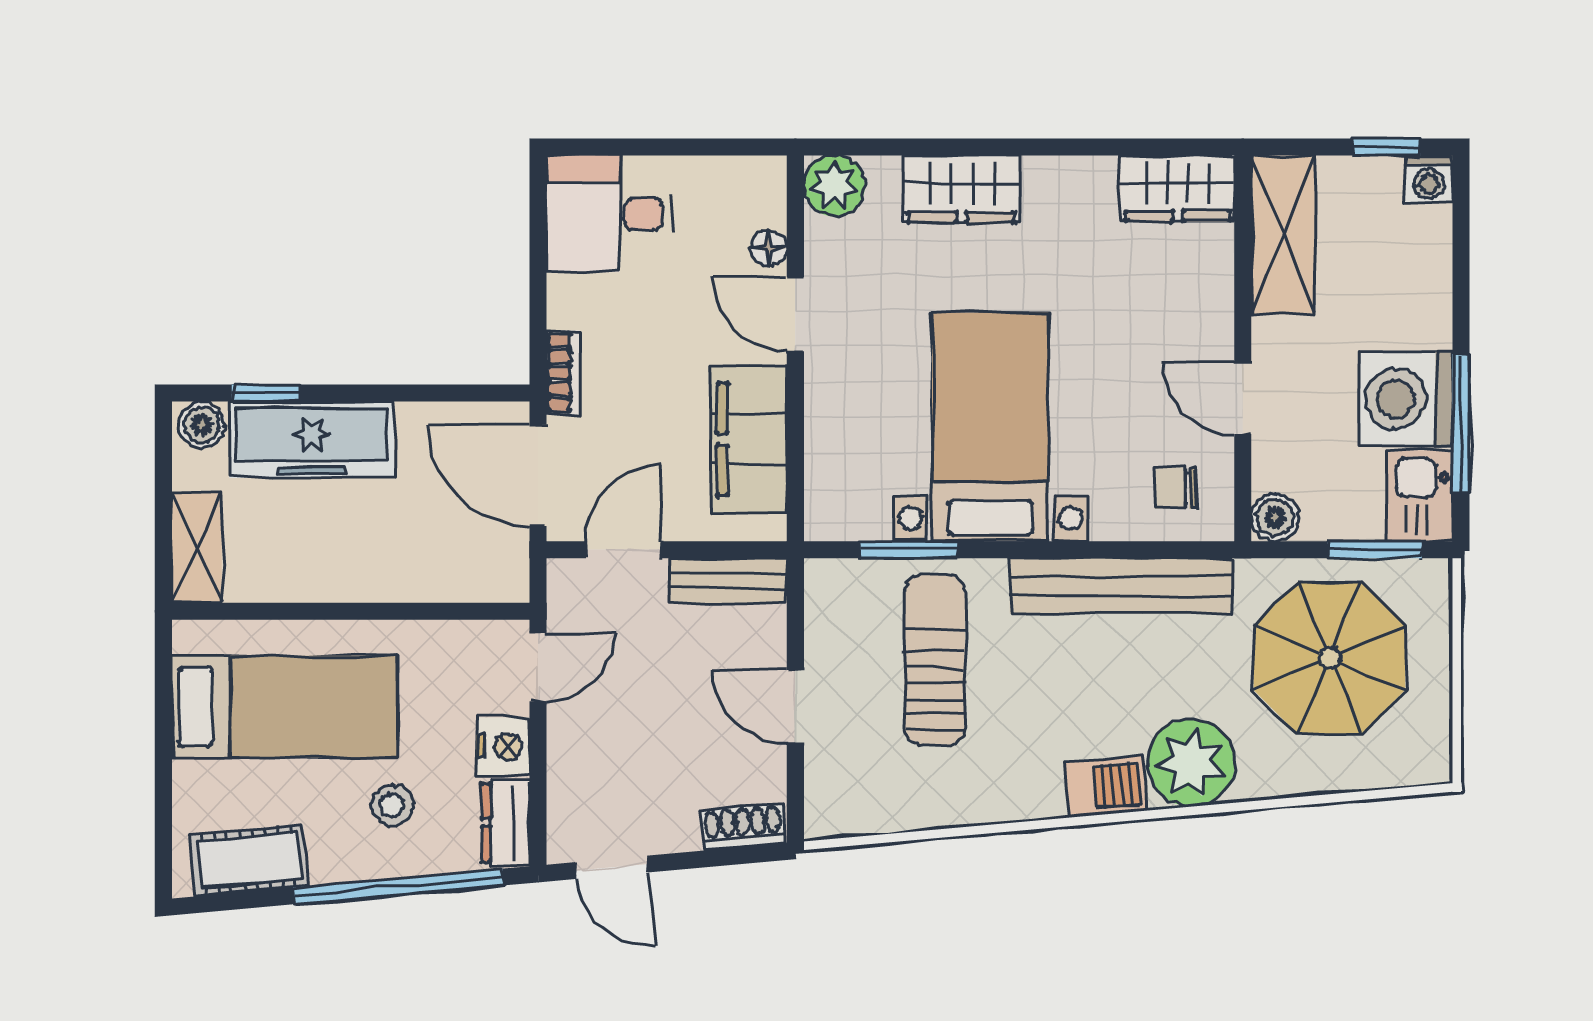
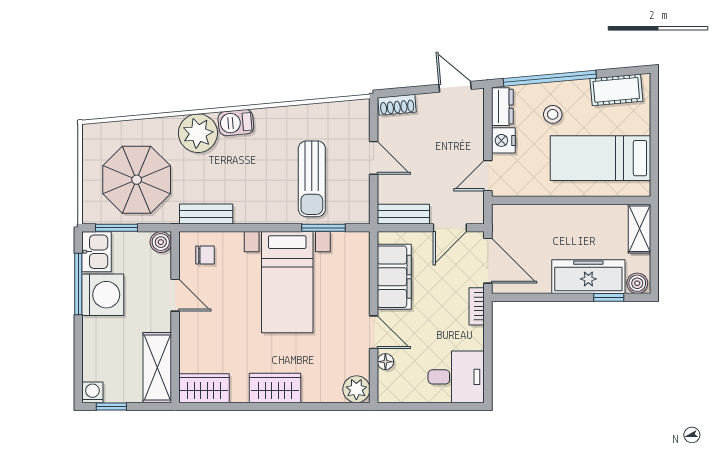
wardrobe: (961, 189) -> (275, 388), moved
bench: (1121, 586) -> (206, 214), width x0.54, depth x0.82

